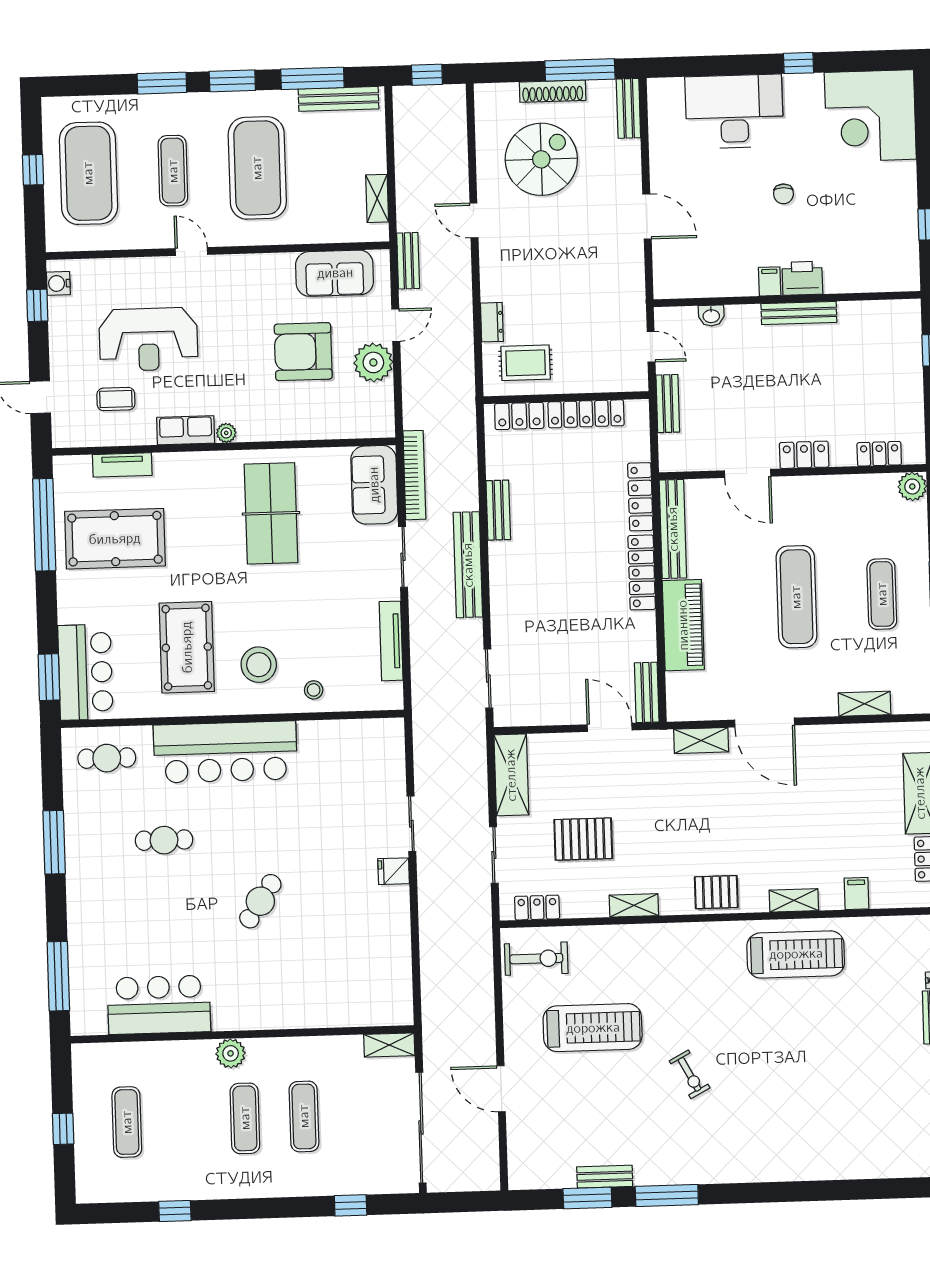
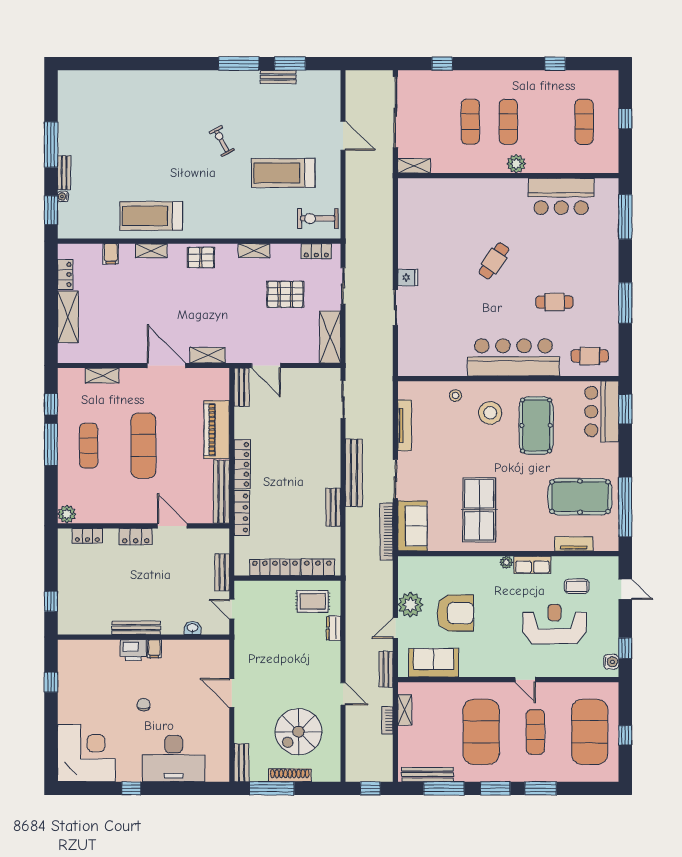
bookcase: (404, 181) -> (387, 720), added

